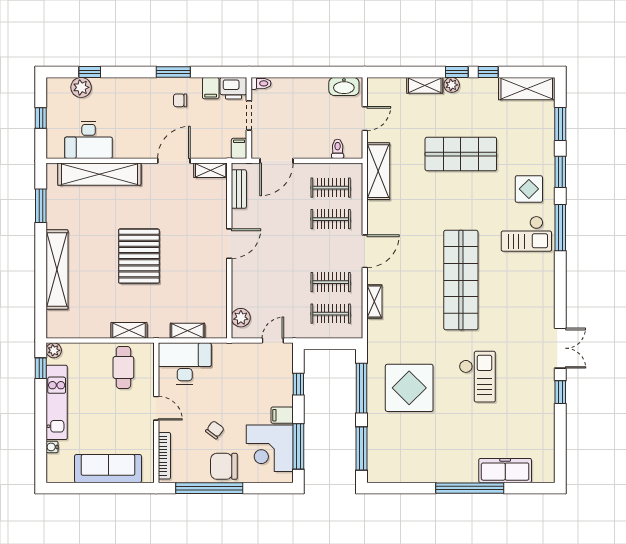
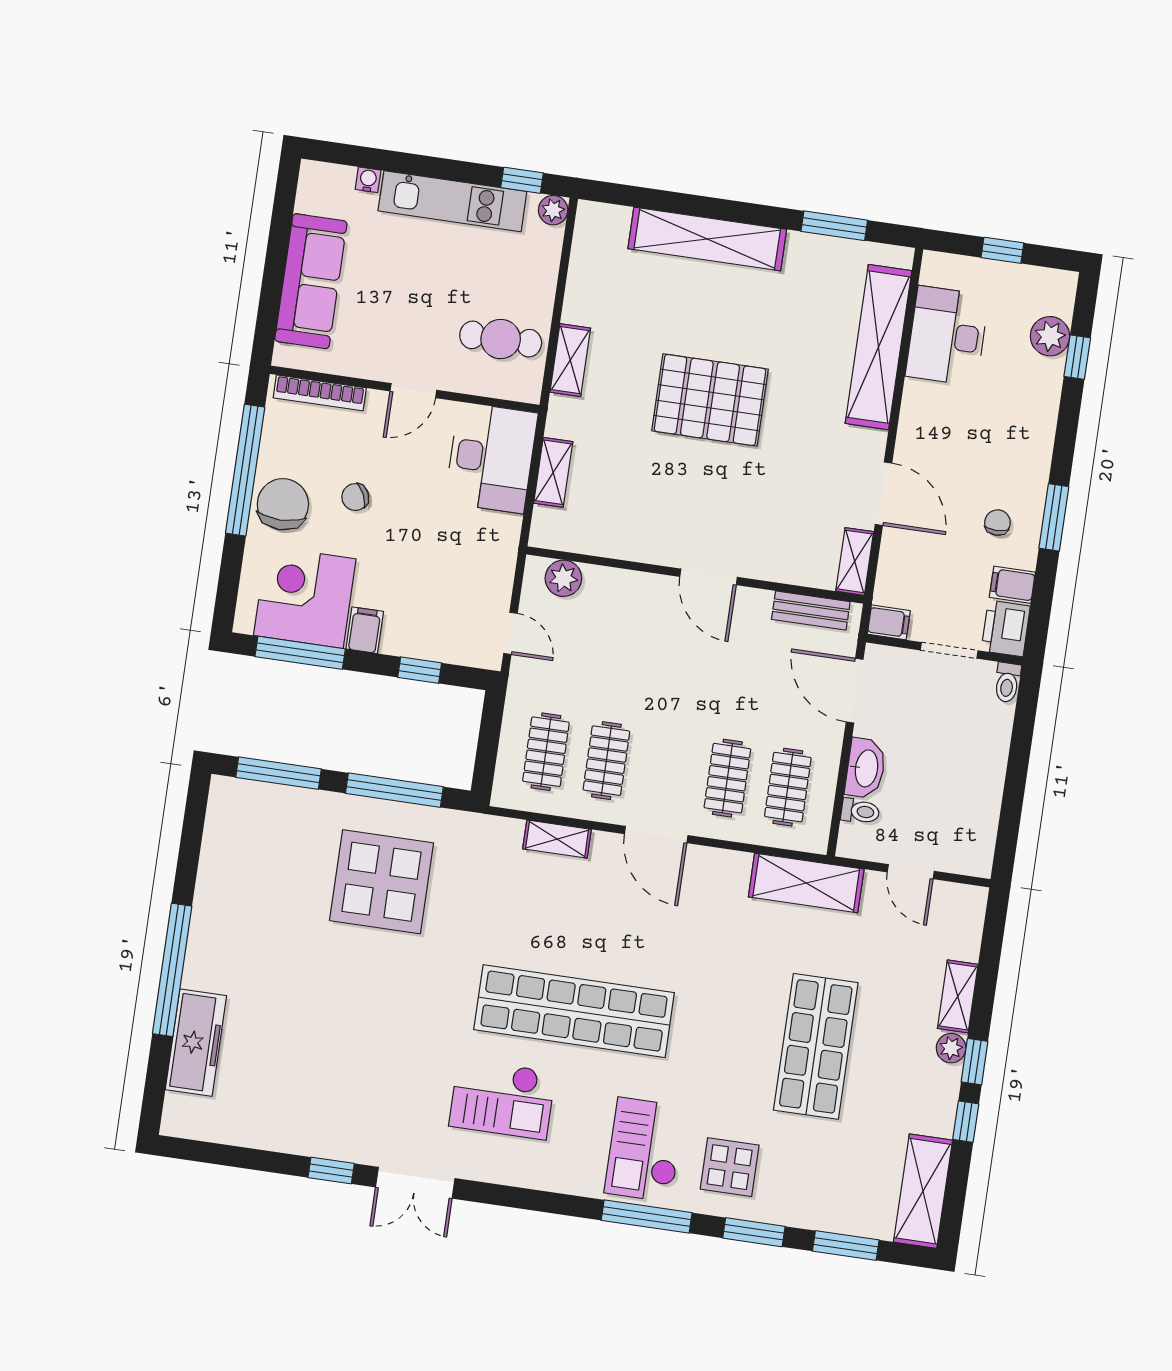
washbasin: (344, 86) -> (866, 768), moved, turned 180
checkout: (477, 377) -> (502, 1099), moved
chair: (215, 430) -> (355, 497), turned 118

